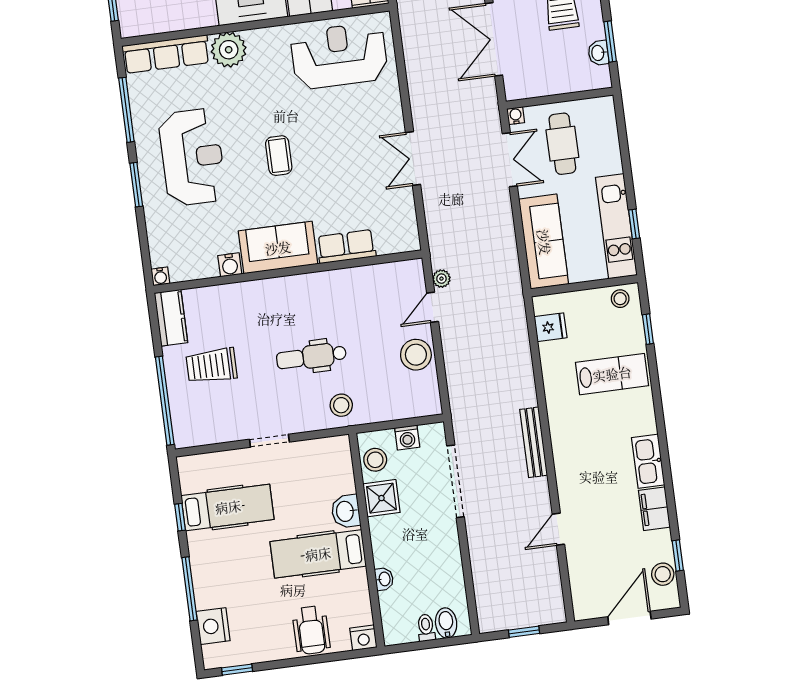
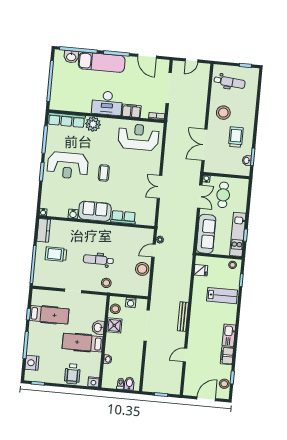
reception desk: (192, 157) -> (68, 165), turned 90

